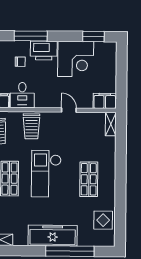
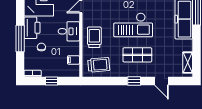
desk: (22, 95) -> (69, 31), moved
trolley: (31, 126) -> (94, 37), turned -90

